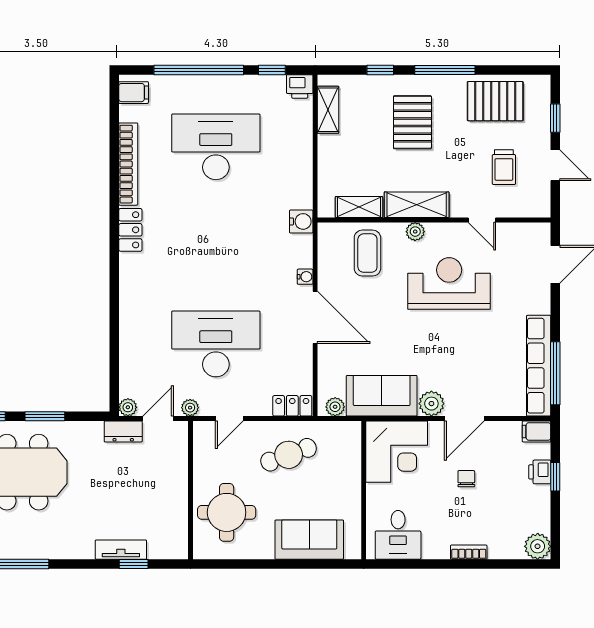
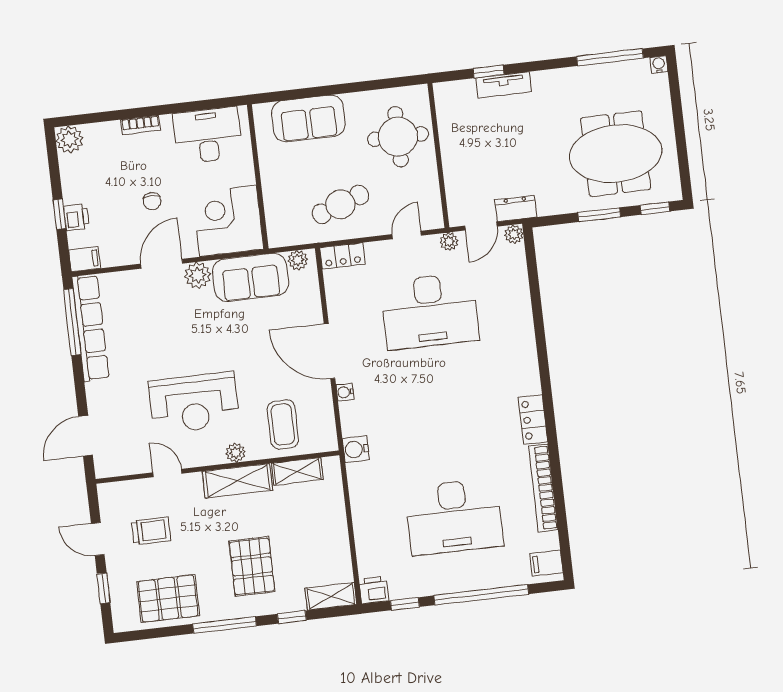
shelving: (328, 110) -> (331, 596), moved, turned 90
trolley: (504, 167) -> (151, 531), turned 90
desk: (398, 535) -> (208, 135), width x1.37

